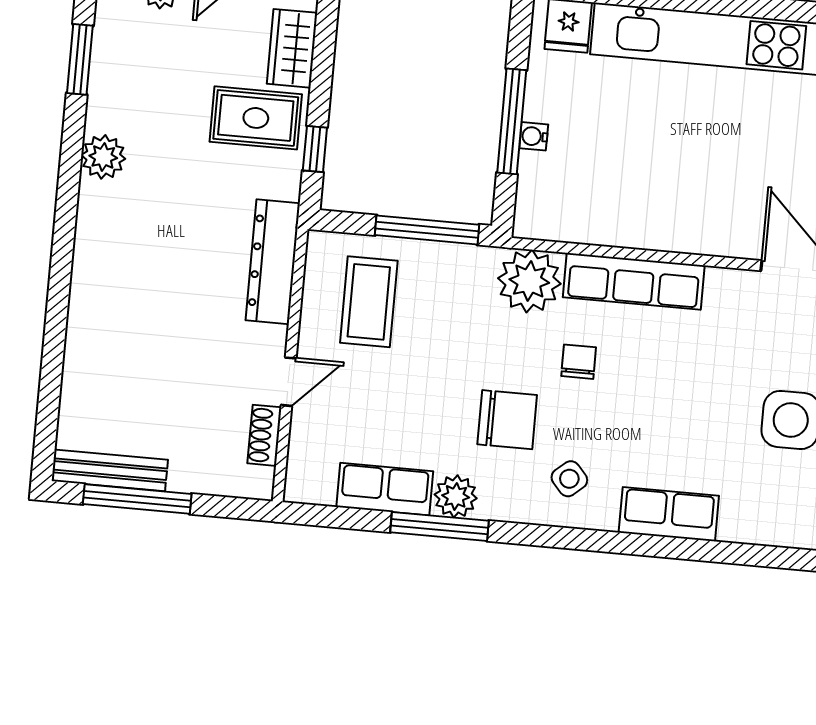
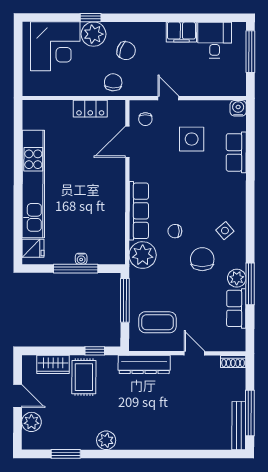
shoe rack: (264, 435) -> (233, 361), moved
row of seats: (669, 514) -> (236, 152), moved

